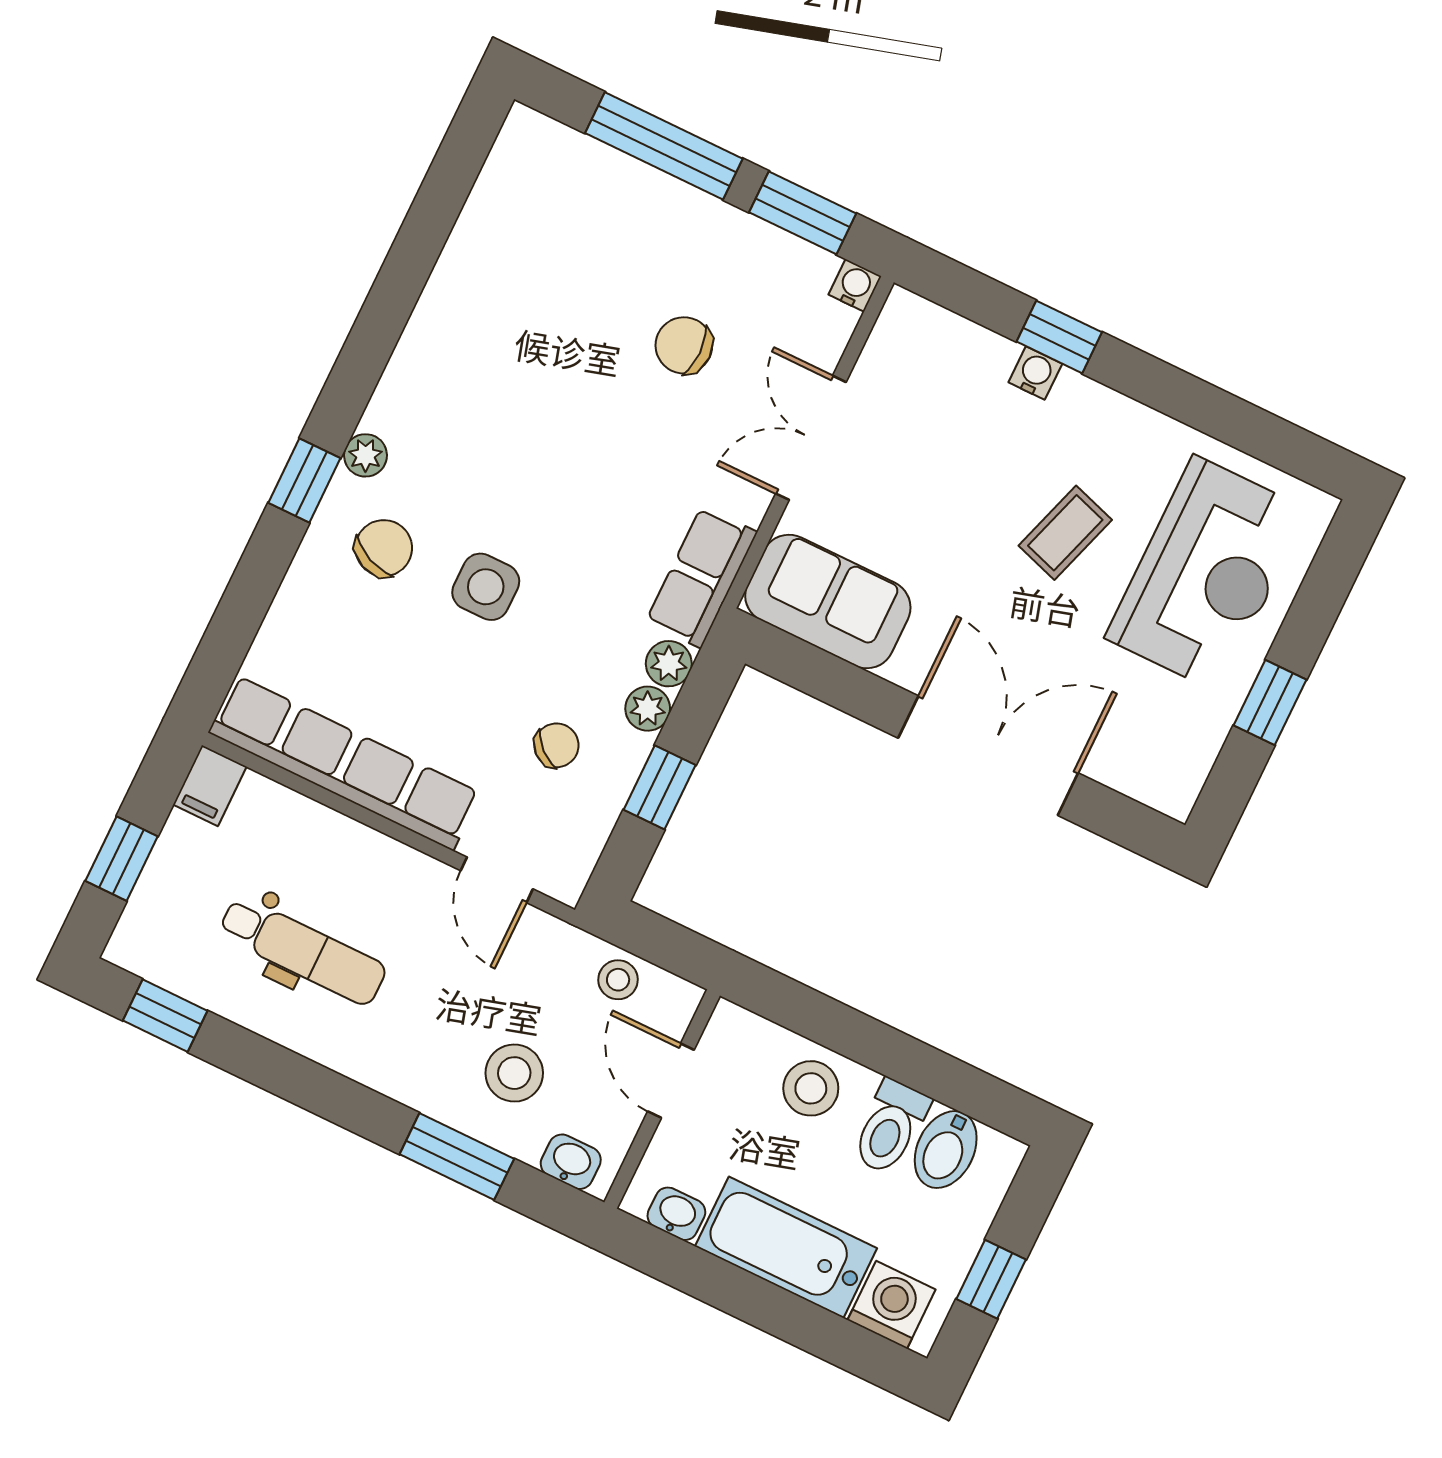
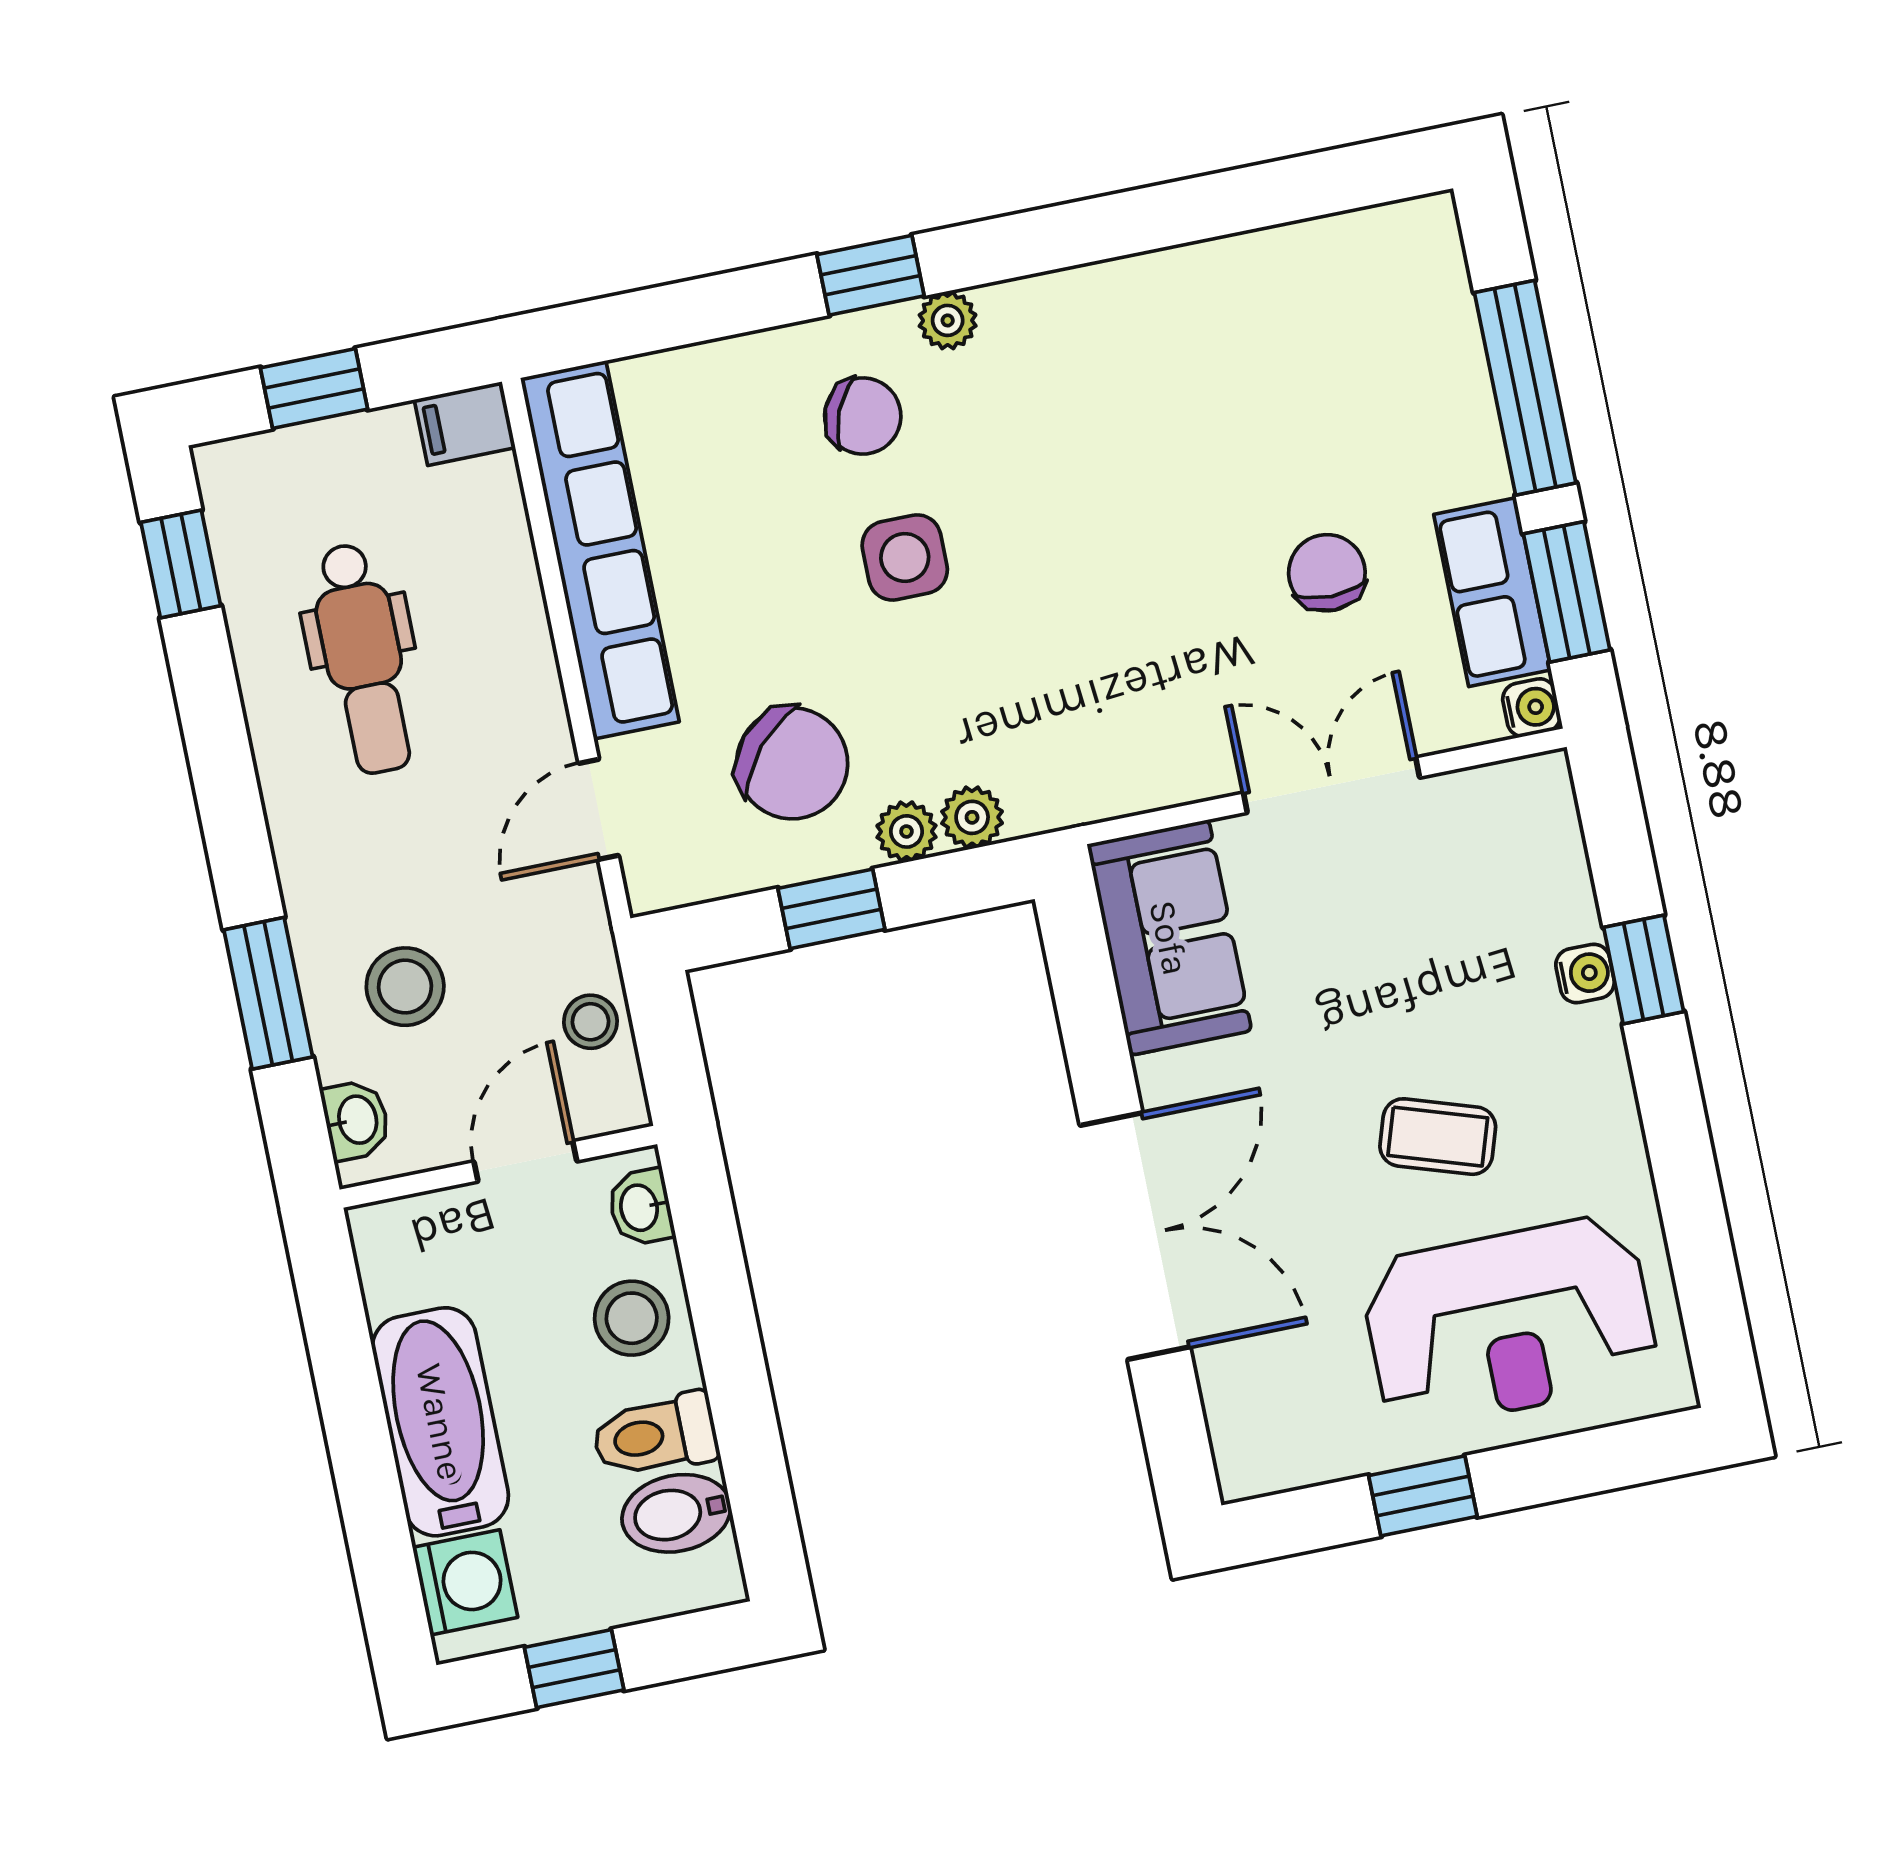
row of seats: (701, 577) -> (1492, 592), moved, turned -90
chair: (556, 745) -> (792, 763), width x1.87, depth x1.87
washbasin: (676, 1214) -> (641, 1207), moved, turned 180

